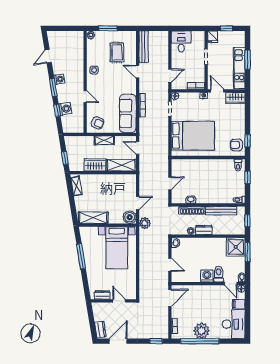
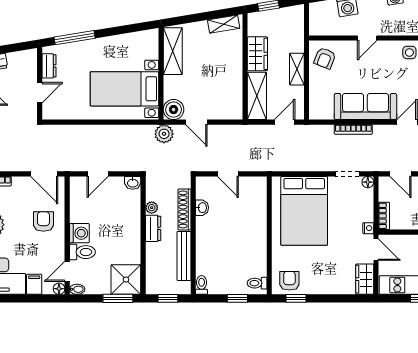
door: (217, 91) -> (376, 250), hinge flipped
sofa: (128, 113) -> (365, 107), moved
window: (81, 256) -> (75, 38), moved
armchair: (199, 298) -> (43, 221), added

